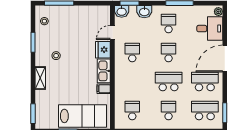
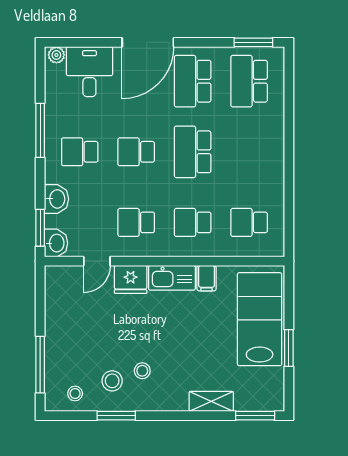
door: (112, 32) -> (97, 261), hinge flipped
stool: (51, 40) -> (112, 381), added
door: (225, 59) -> (148, 42), hinge flipped
shelving: (40, 78) -> (211, 401), moved
school desk: (169, 111) -> (193, 222), moved

